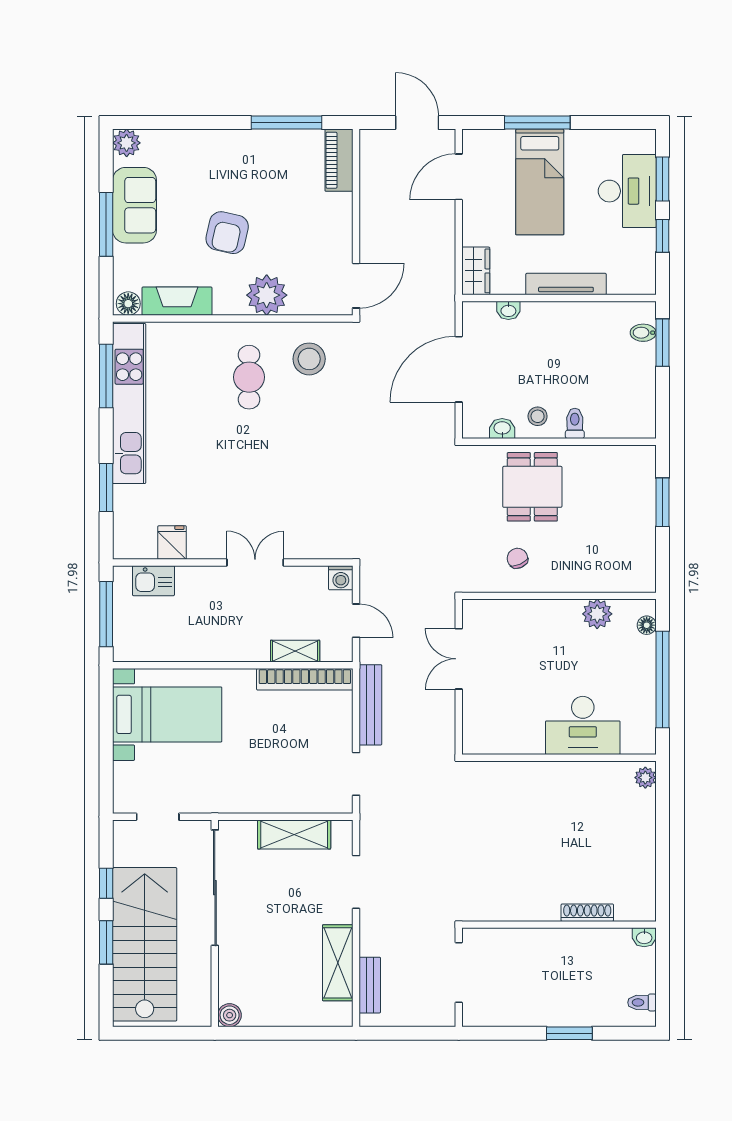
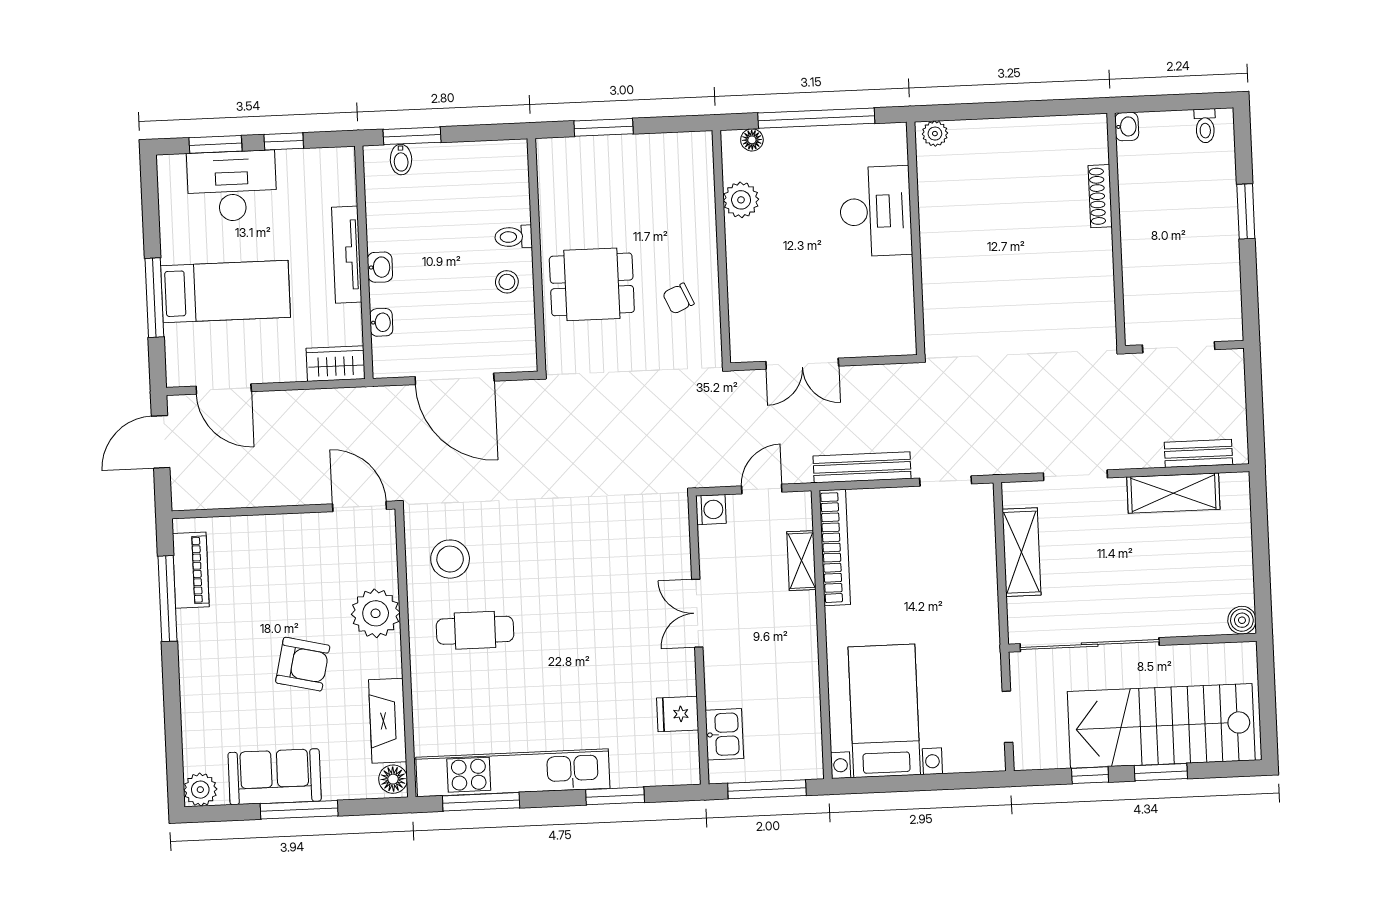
piano: (339, 160) -> (191, 570), moved, turned -90
washbasin: (502, 429) -> (380, 267), moved, turned 180

